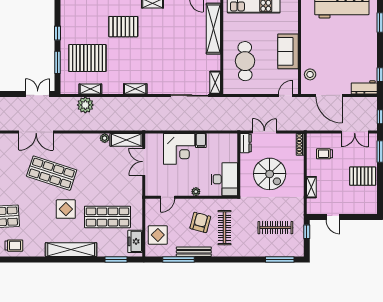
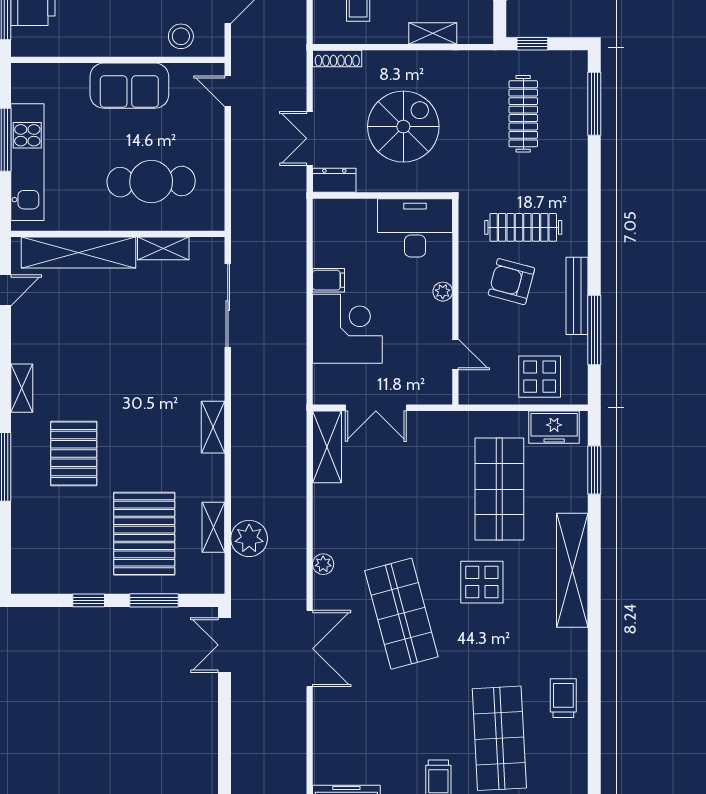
shelving: (215, 83) -> (163, 248), moved
plant: (105, 138) -> (323, 564), moved
shop shelf: (52, 173) -> (401, 614), turned -33

